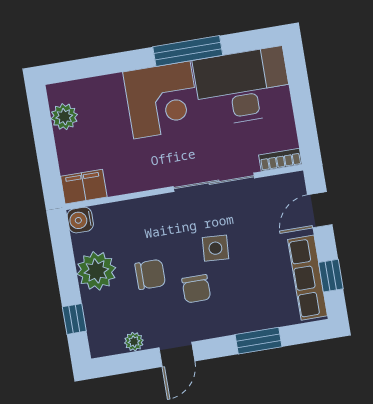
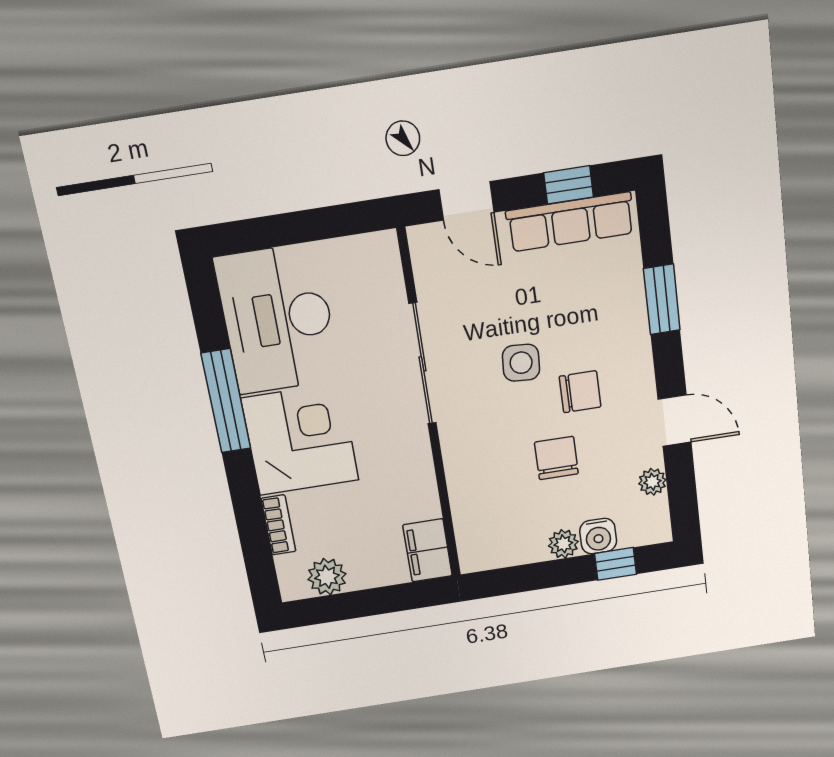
bookcase: (280, 160) -> (278, 525), moved, turned 180
water cooler: (80, 220) -> (598, 536), moved
plant: (96, 271) -> (563, 544), width x0.53, depth x0.53

